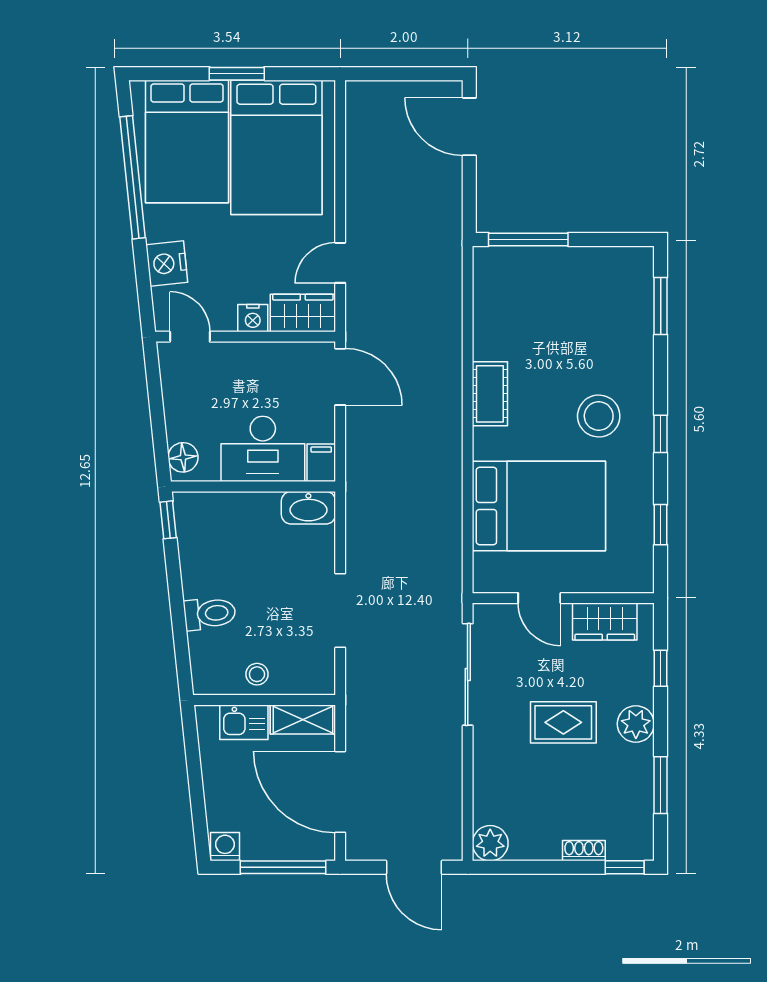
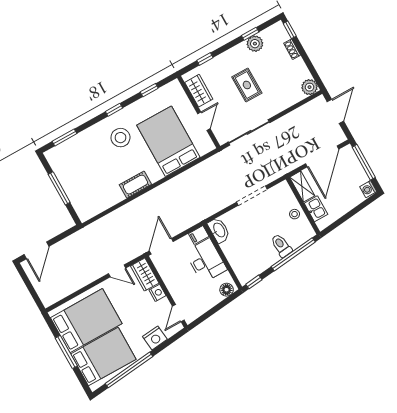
window: (237, 74) -> (66, 352), width x1.44
window: (528, 239) -> (59, 188), moved
window: (179, 627) -> (293, 254), added
plant: (636, 724) -> (255, 44), moved
window: (661, 785) -> (250, 34), width x0.67

